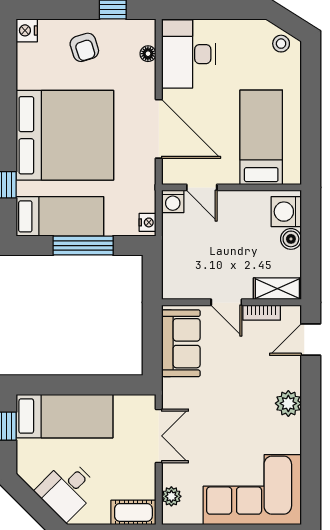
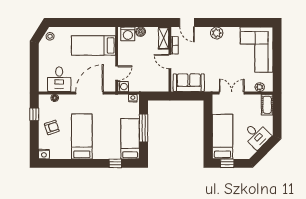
desk: (188, 54) -> (59, 79), width x0.73
bed: (65, 135) -> (82, 136), width x0.49
door: (226, 302) -> (170, 62), swing flipped

